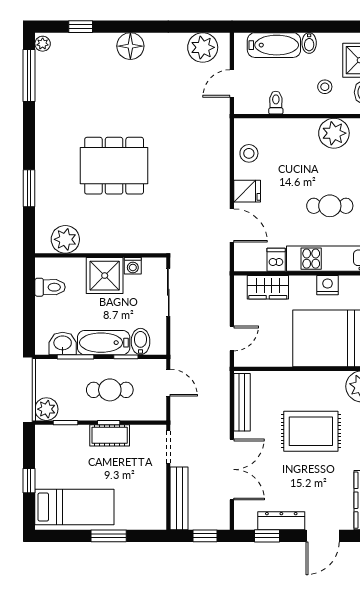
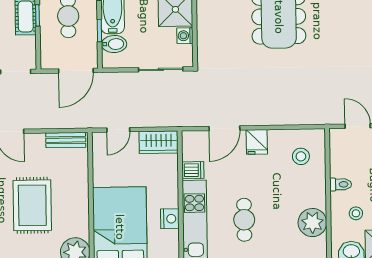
toilet: (276, 103) -> (341, 184), moved
stool: (249, 153) -> (301, 156), moved
wardrobe: (268, 287) -> (159, 142), moved, turned -90
door: (232, 338) -> (118, 130), hinge flipped
door: (168, 383) -> (76, 71), width x1.38
bench: (242, 402) -> (66, 140), width x0.73

